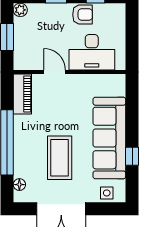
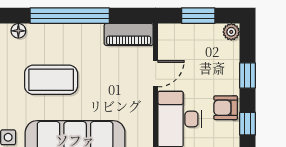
armchair: (83, 15) -> (226, 108), turned 90

